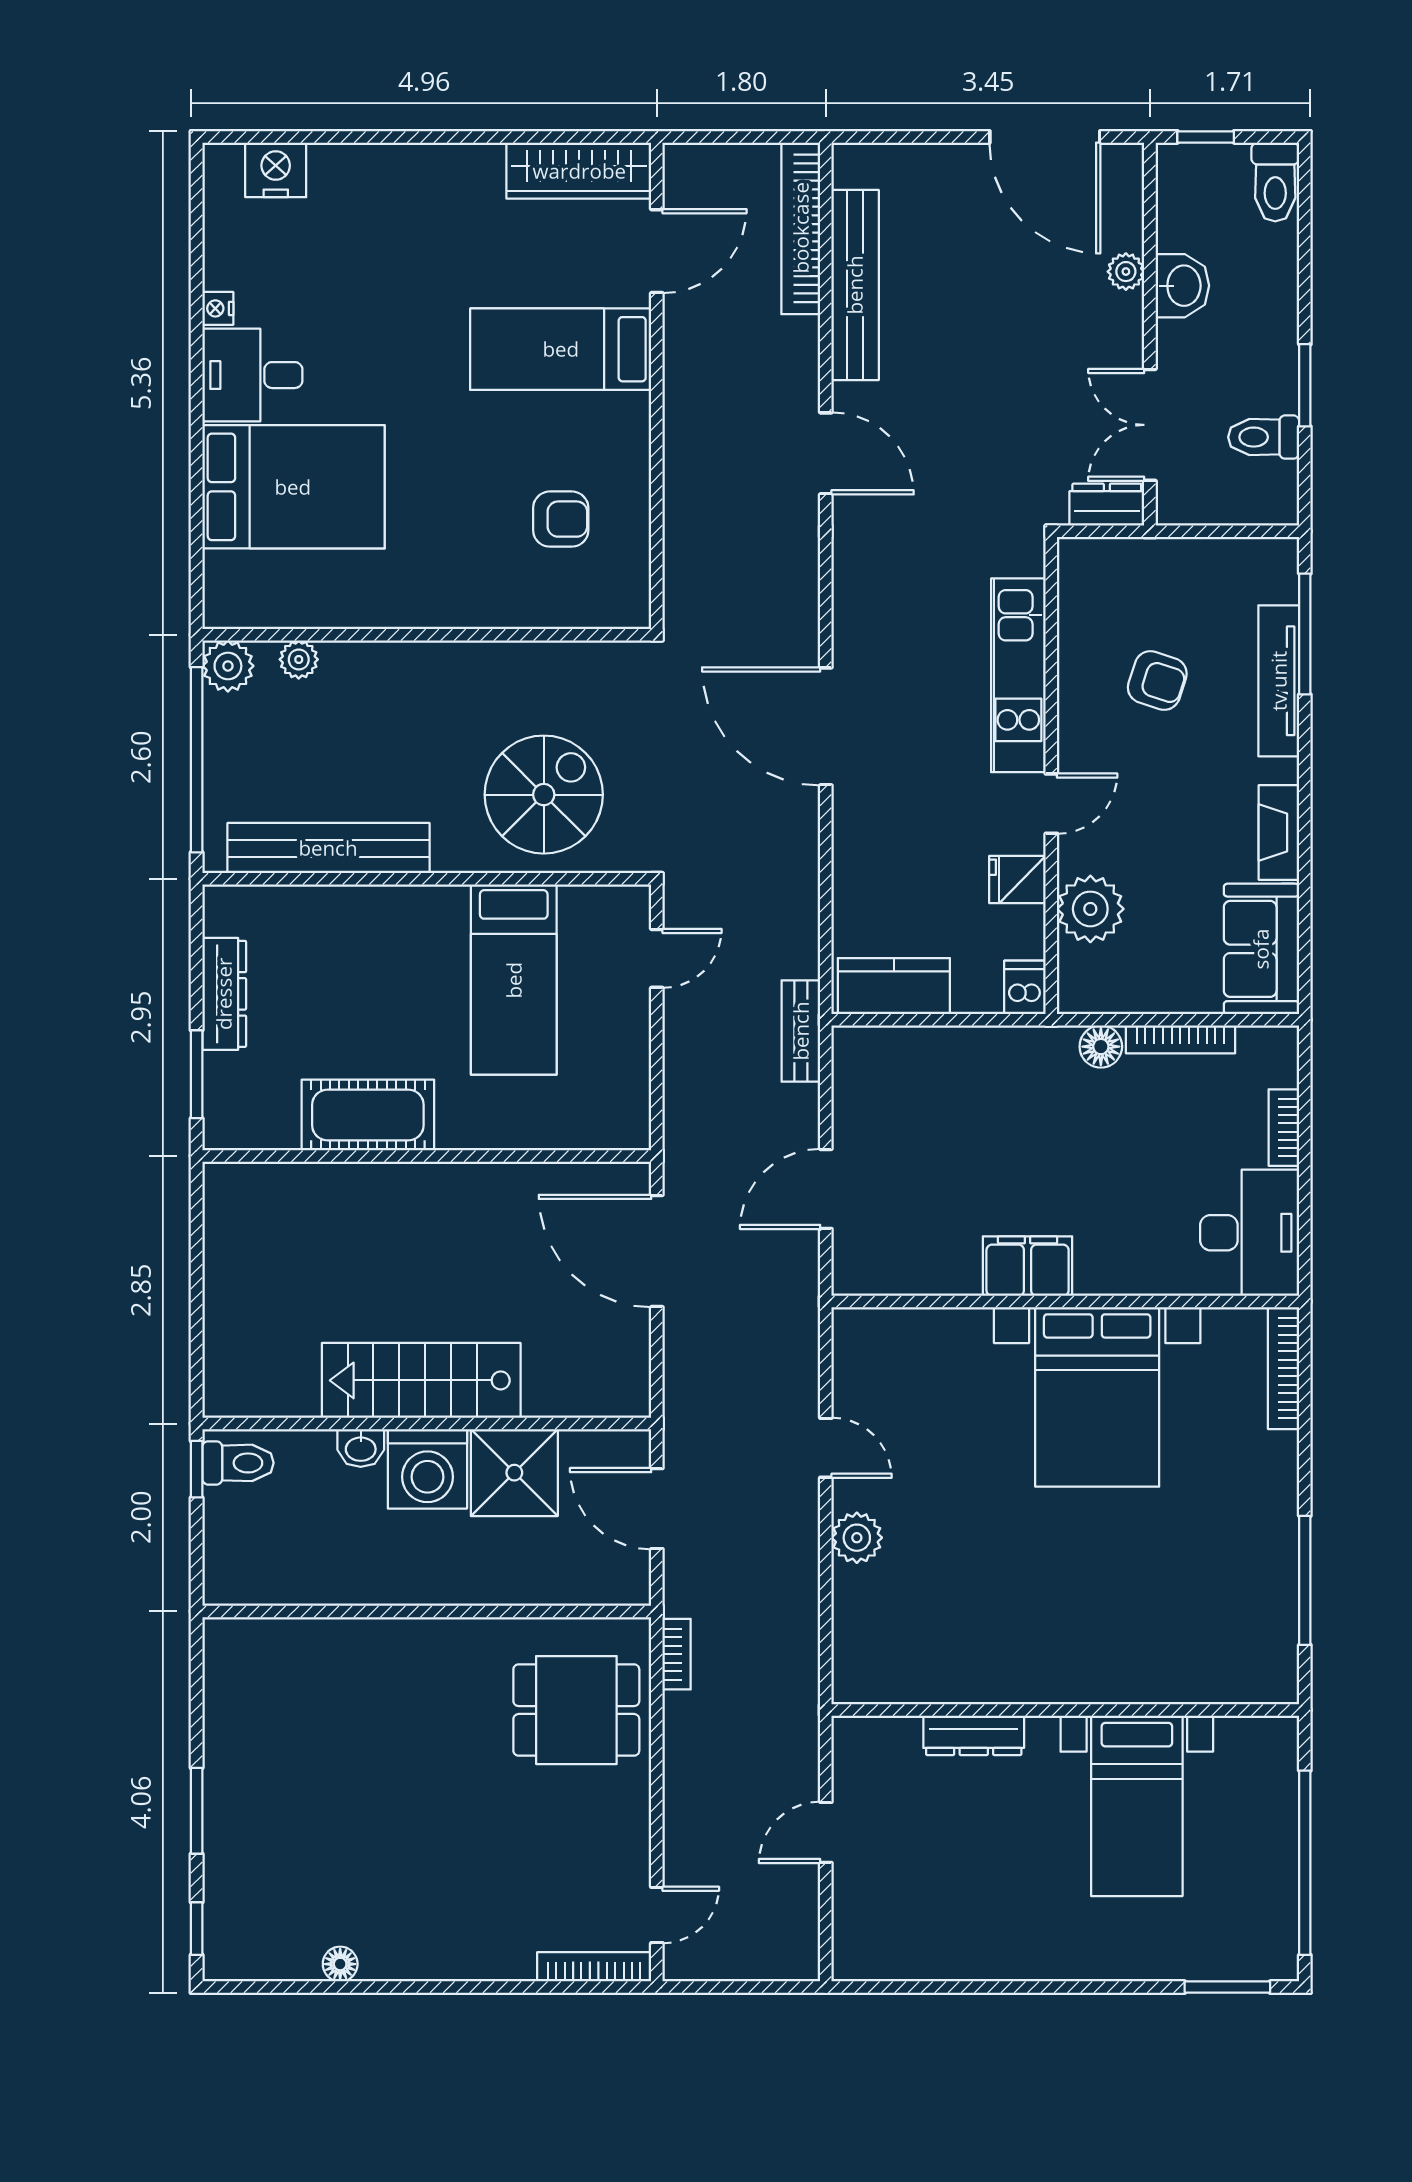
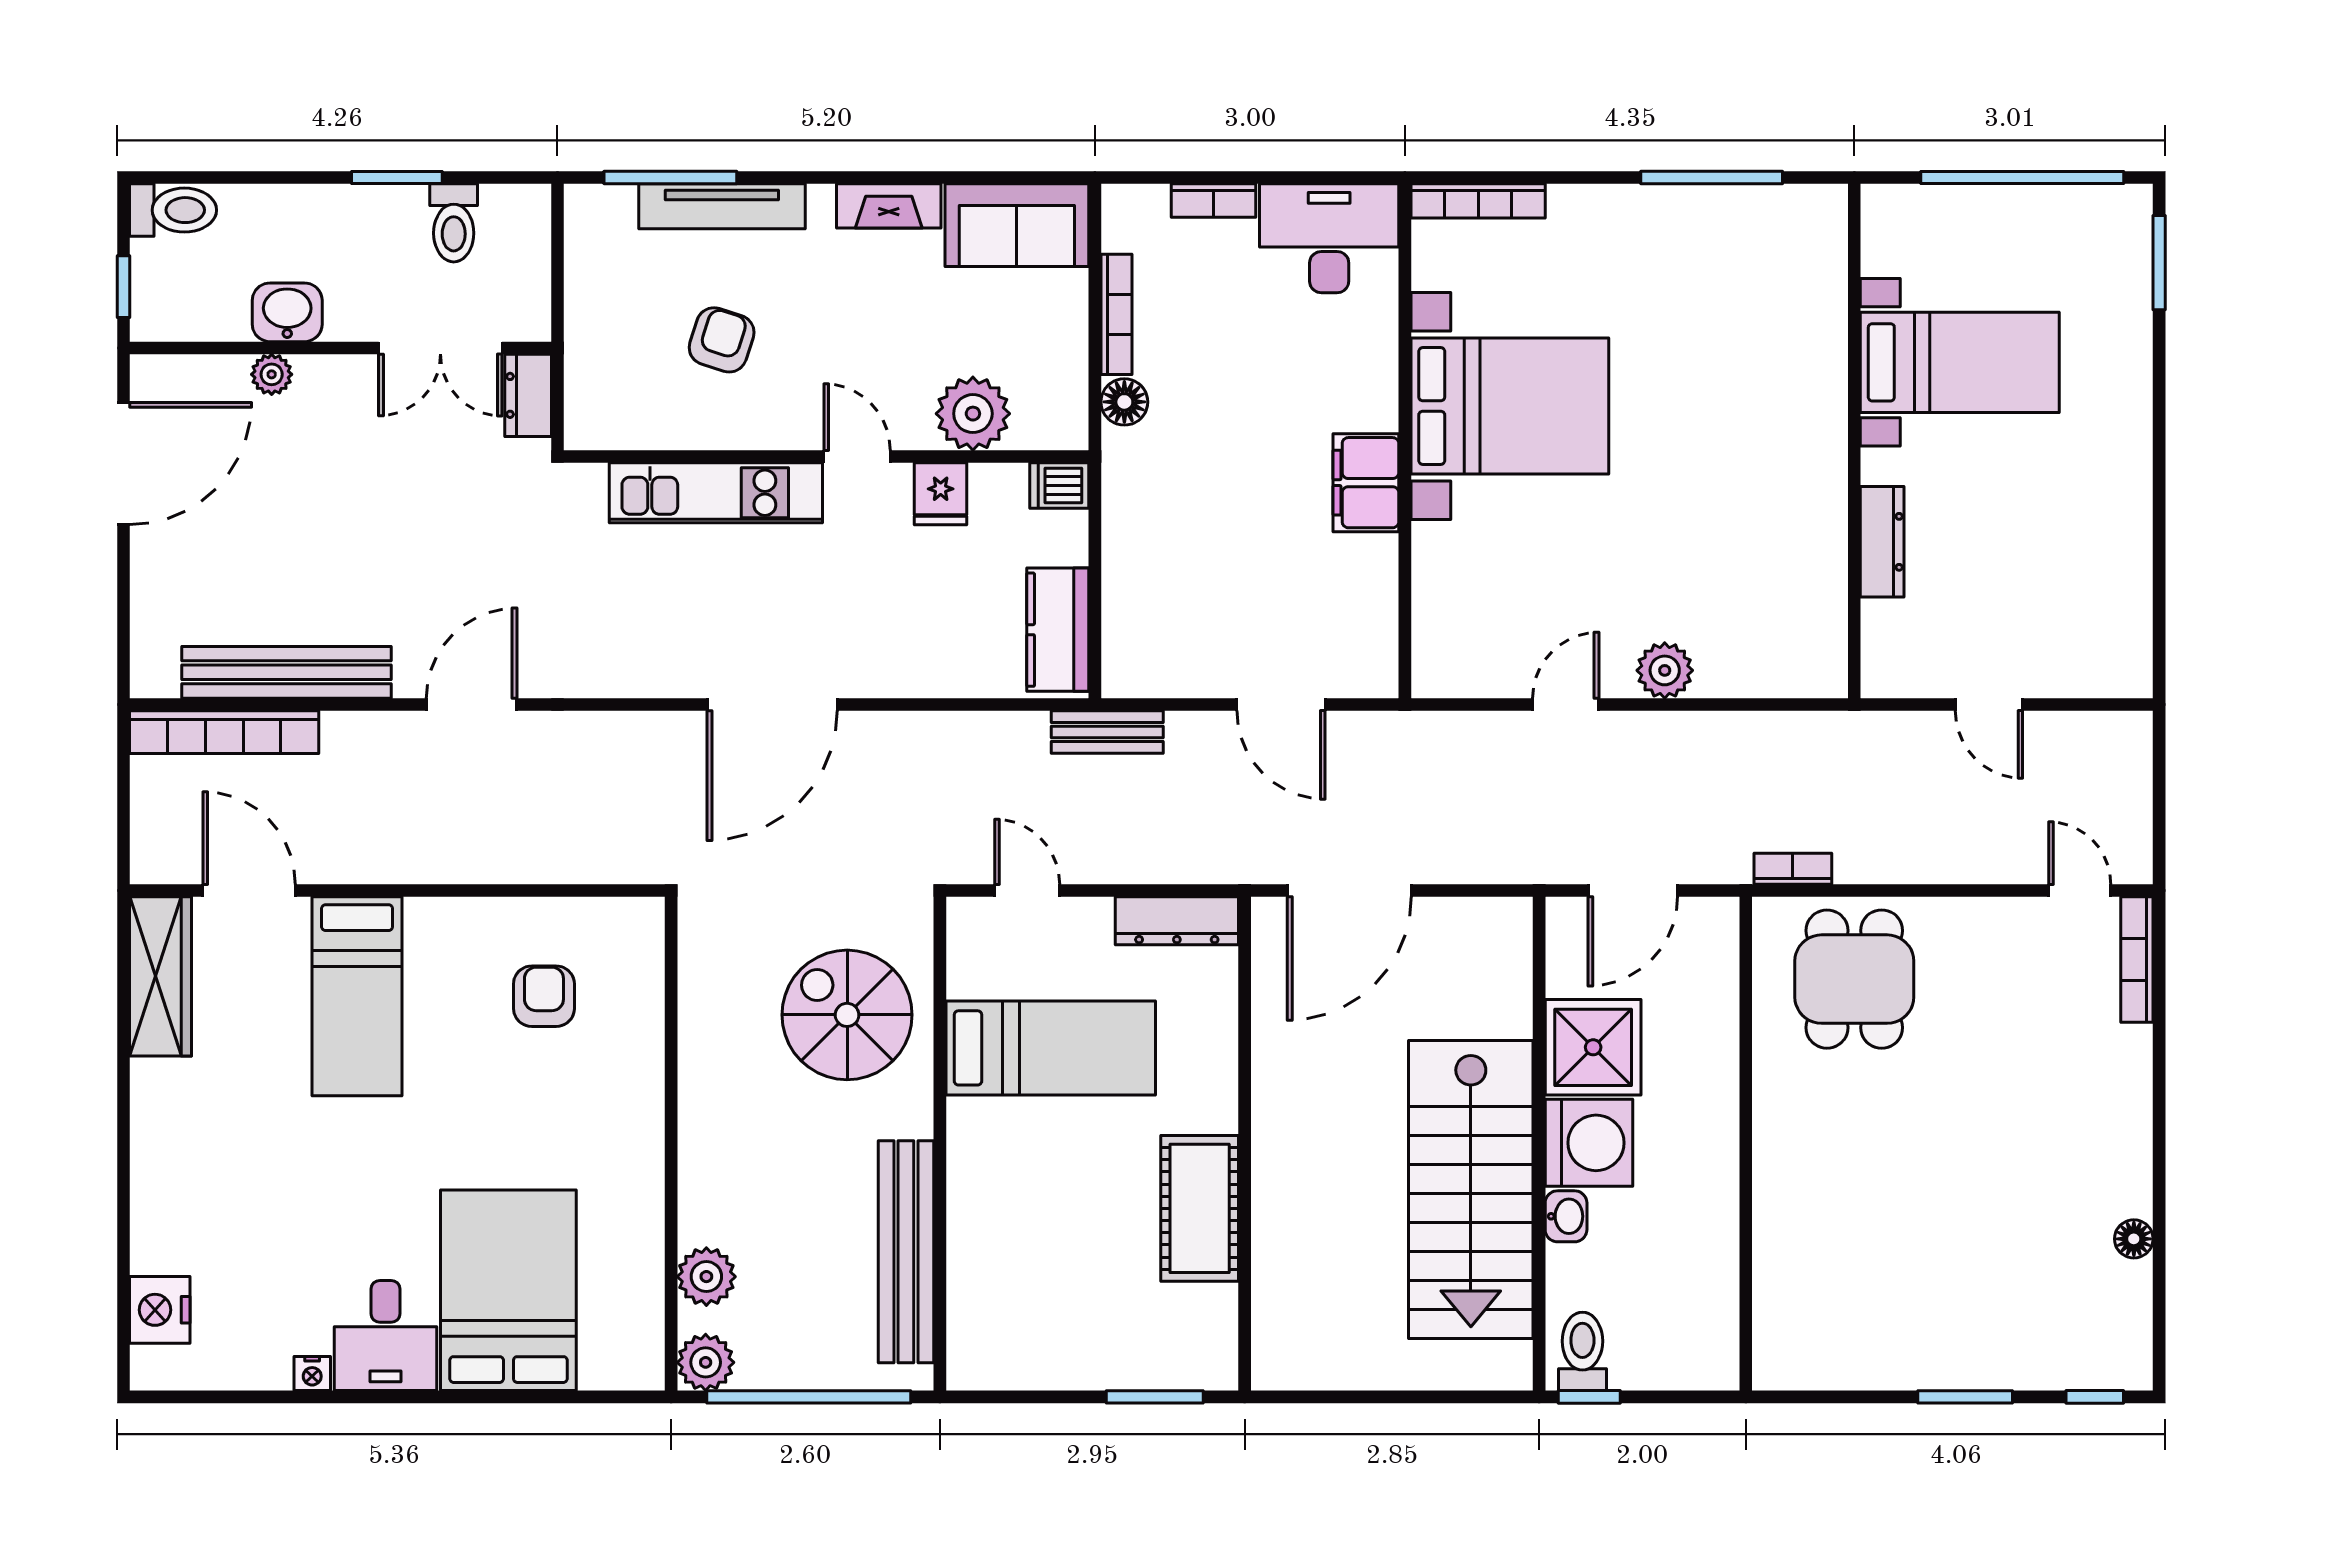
plant: (299, 659) -> (706, 1277), width x1.38, depth x1.38
dresser: (224, 994) -> (1177, 921), moved, turned 180
stairs: (421, 1380) -> (1471, 1190), width x1.36, depth x1.51

